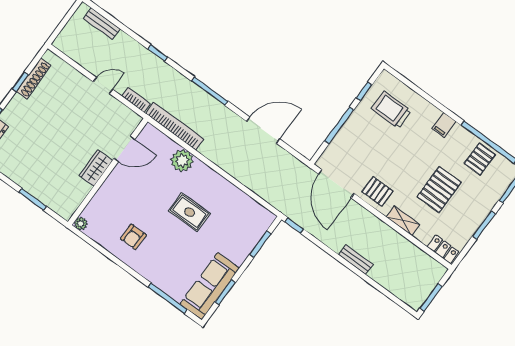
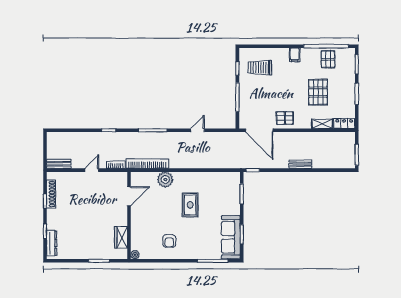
bench: (102, 24) -> (59, 164), moved
door: (263, 130) -> (198, 130), width x0.53
wardrobe: (96, 168) -> (121, 237), moved
rug: (189, 212) -> (190, 205), turned 90
shelving: (403, 221) -> (322, 124), moved

